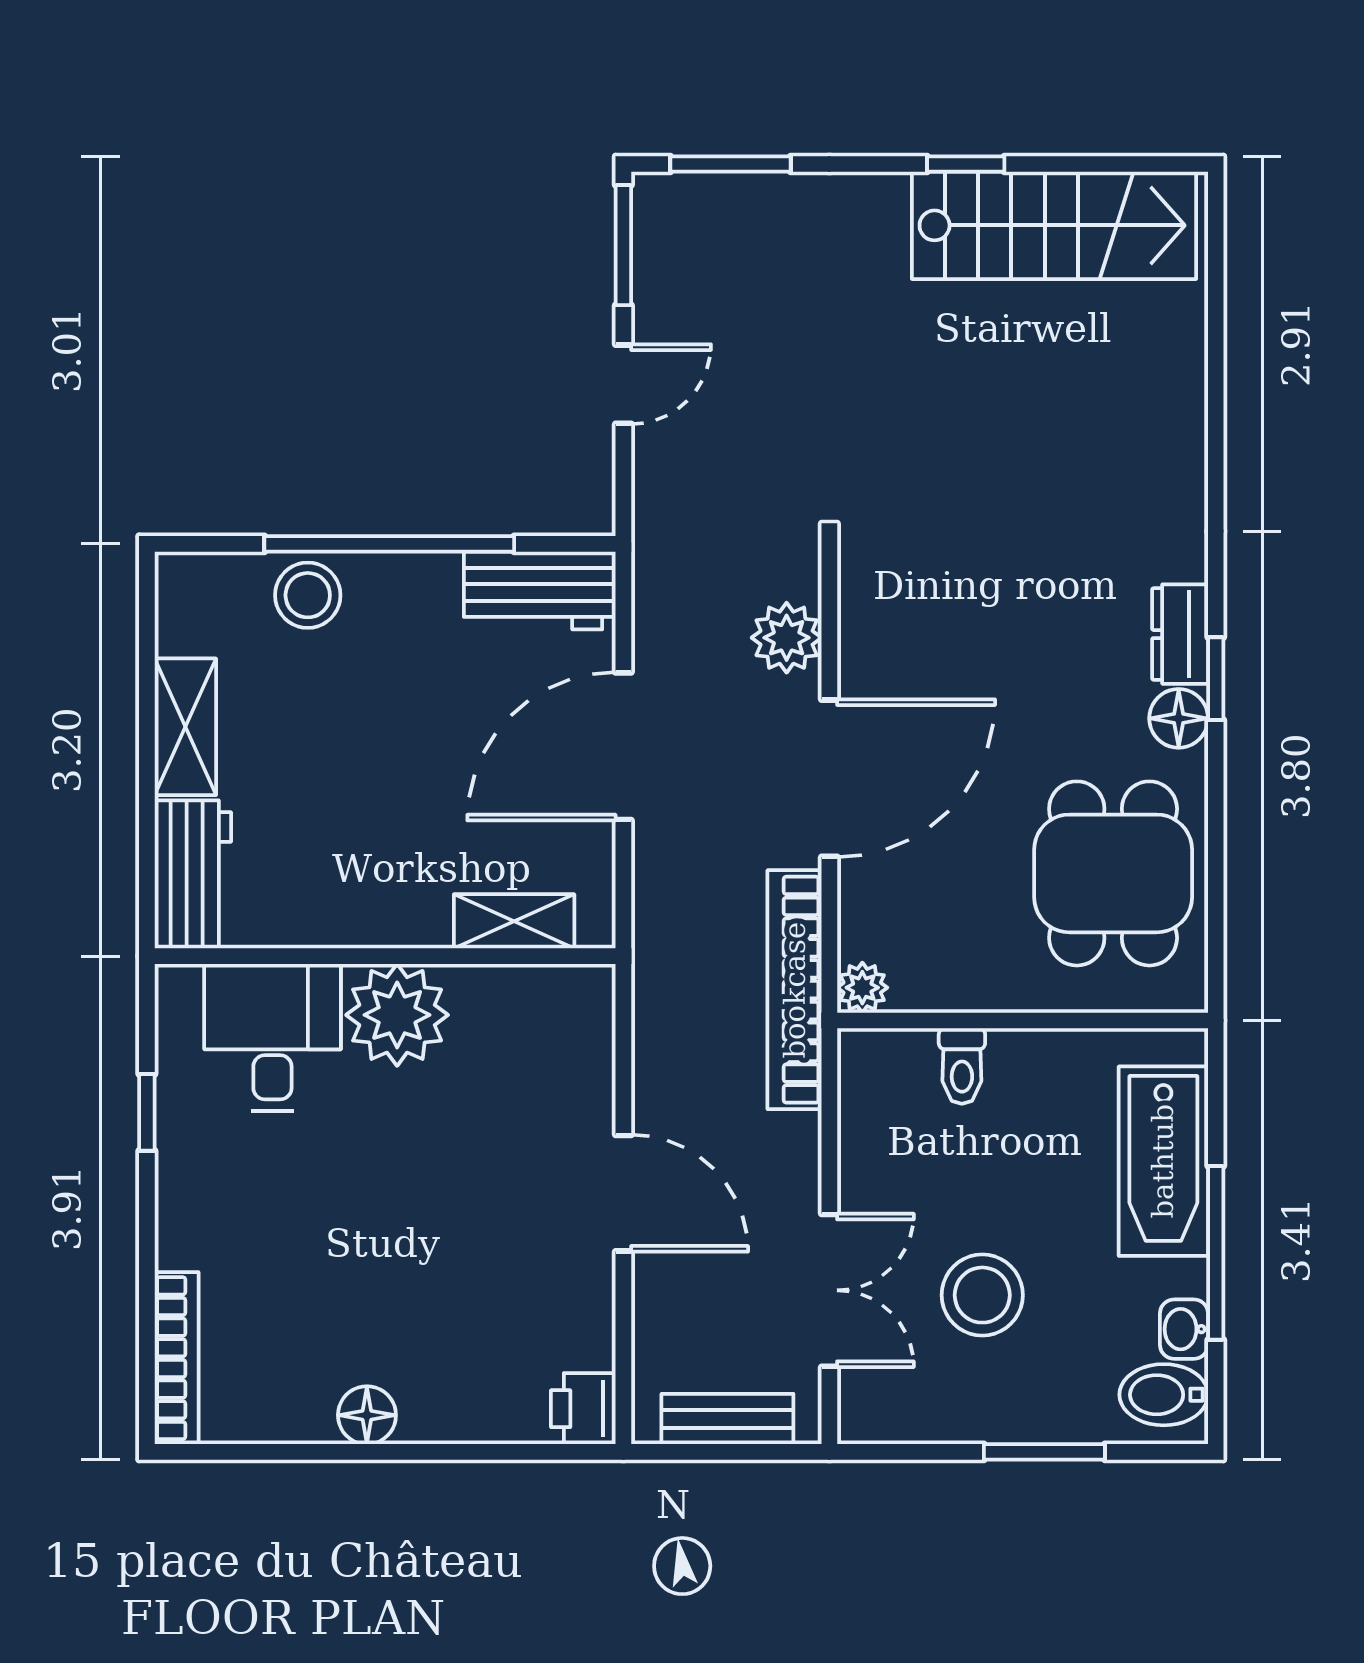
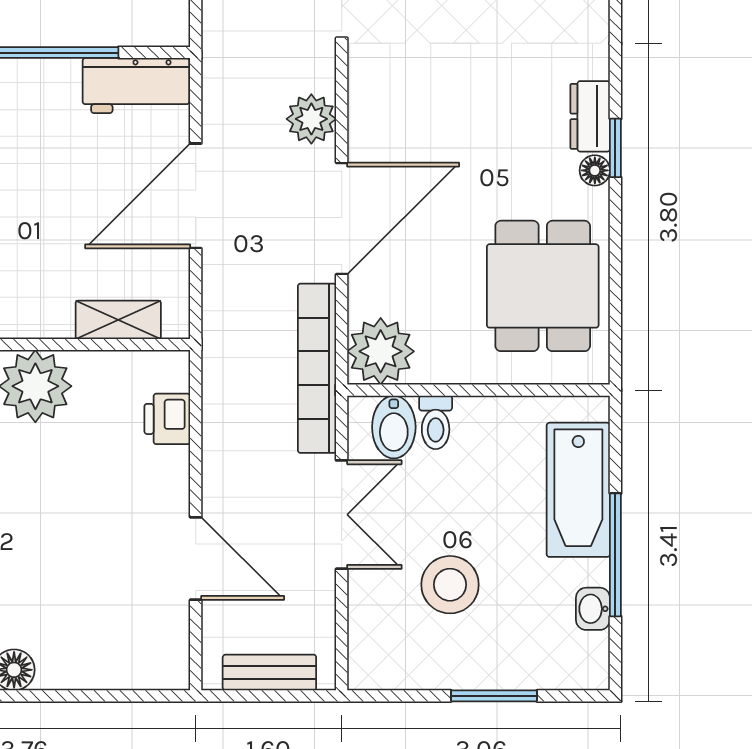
floor lamp: (1179, 718) -> (595, 170), width x0.73, depth x0.73
plant: (862, 988) -> (381, 351), width x1.88, depth x1.88
door: (623, 1193) -> (196, 558), moved
double door: (829, 1290) -> (342, 515), moved
bidet: (1164, 1395) -> (394, 427), moved, turned -90
printer: (583, 1409) -> (167, 419), moved

